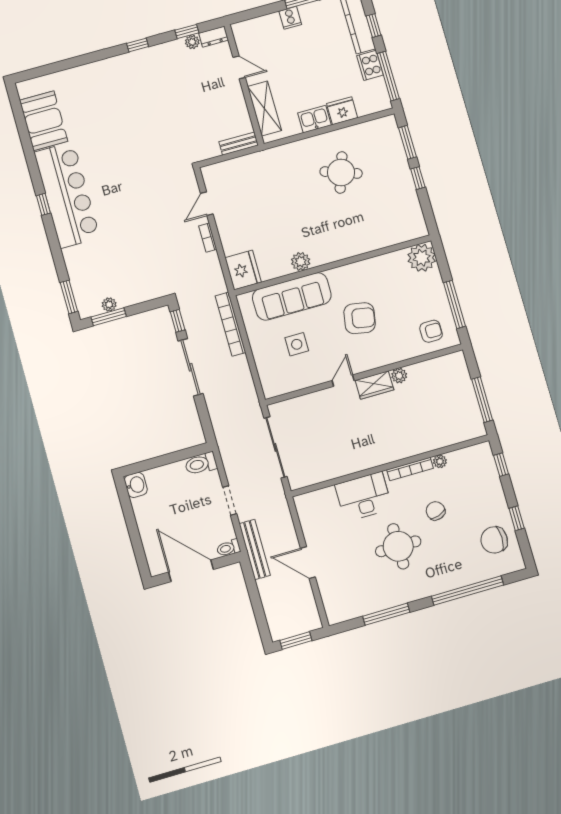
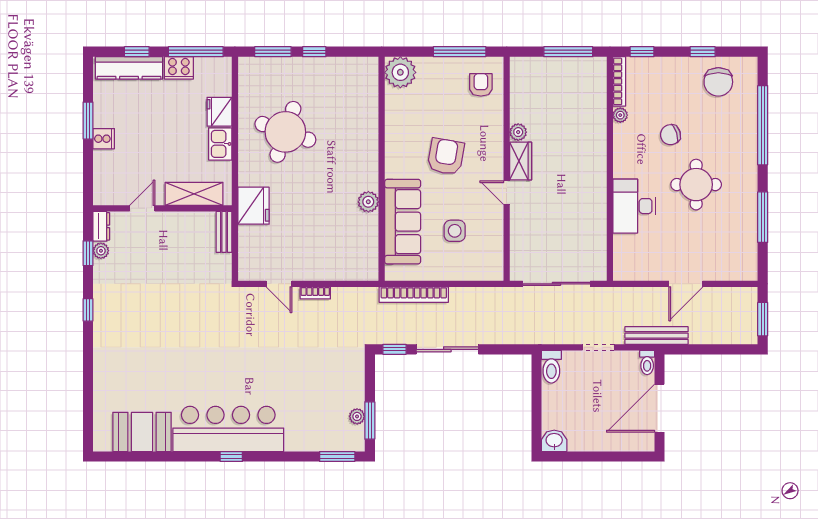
round table: (341, 172) -> (285, 132), width x1.36, depth x1.36
fridge: (243, 270) -> (254, 206), moved, turned 90
bookcase: (410, 469) -> (619, 81), moved

